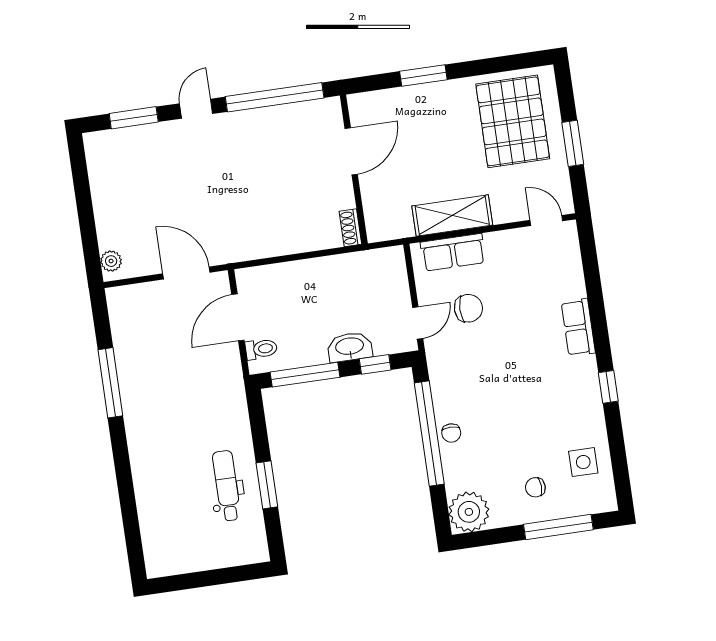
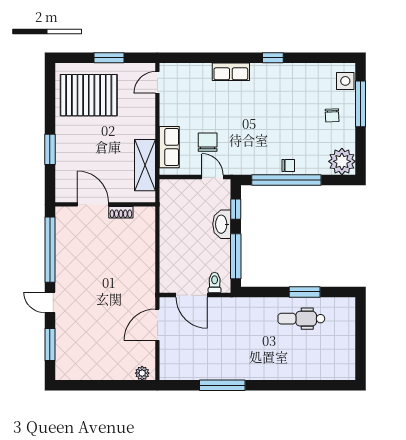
shelving: (452, 216) -> (145, 165), moved
shoe rack: (350, 228) -> (121, 212), moved
side table: (583, 462) -> (345, 81), moved

